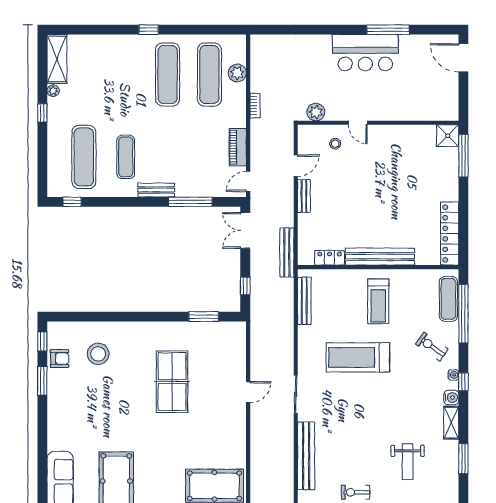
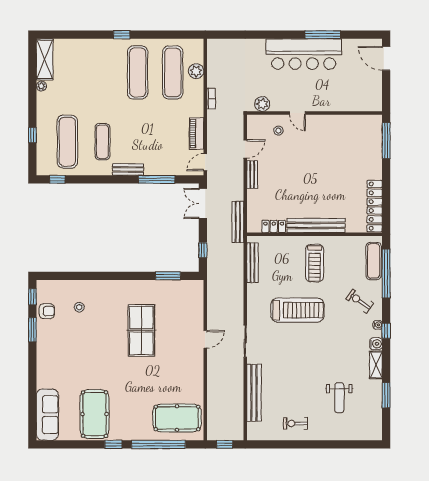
bar counter: (365, 53) -> (304, 54), width x1.36
window: (42, 113) -> (32, 135), moved
shower: (448, 136) -> (373, 124), removed
stool: (98, 354) -> (79, 307), width x0.53, depth x0.53
treadmill: (358, 357) -> (297, 310), turned 180

